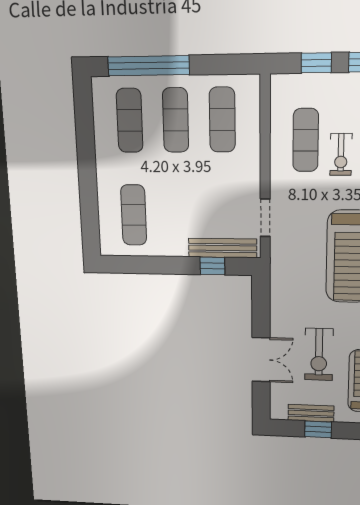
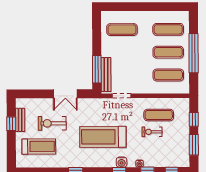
window: (149, 66) -> (194, 53), moved
window: (212, 266) -> (97, 69), width x2.17
double door: (261, 360) -> (65, 94), moved

